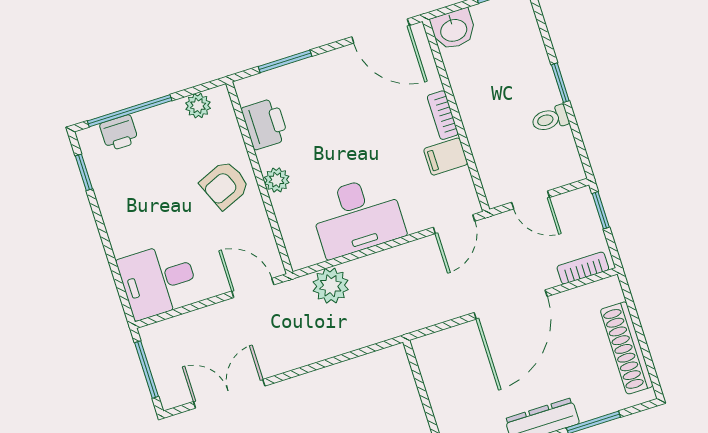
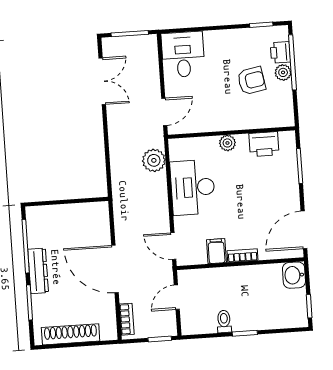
plant: (198, 106) -> (283, 72), moved
armchair: (225, 185) -> (251, 81), moved, turned 103

